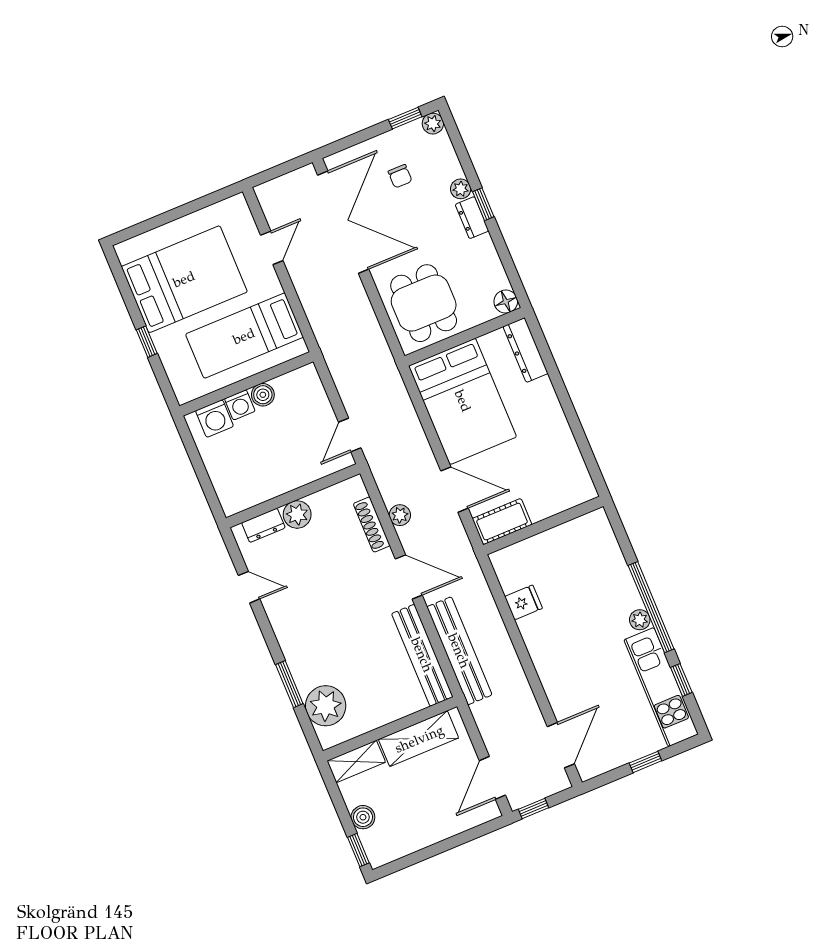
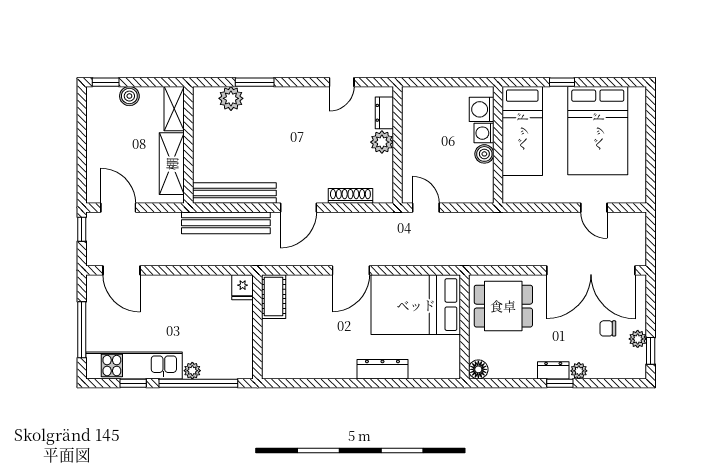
plant: (433, 124) -> (638, 339), moved
bed: (244, 336) -> (522, 131), moved, turned 180
dresser: (526, 350) -> (382, 369), moved
plant: (400, 515) -> (349, 220), removed
cot: (502, 522) -> (274, 297), moved
wall: (543, 526) -> (257, 327), moved
plant: (326, 706) -> (231, 98), width x0.73, depth x0.73
window: (645, 762) -> (82, 330), width x2.17

